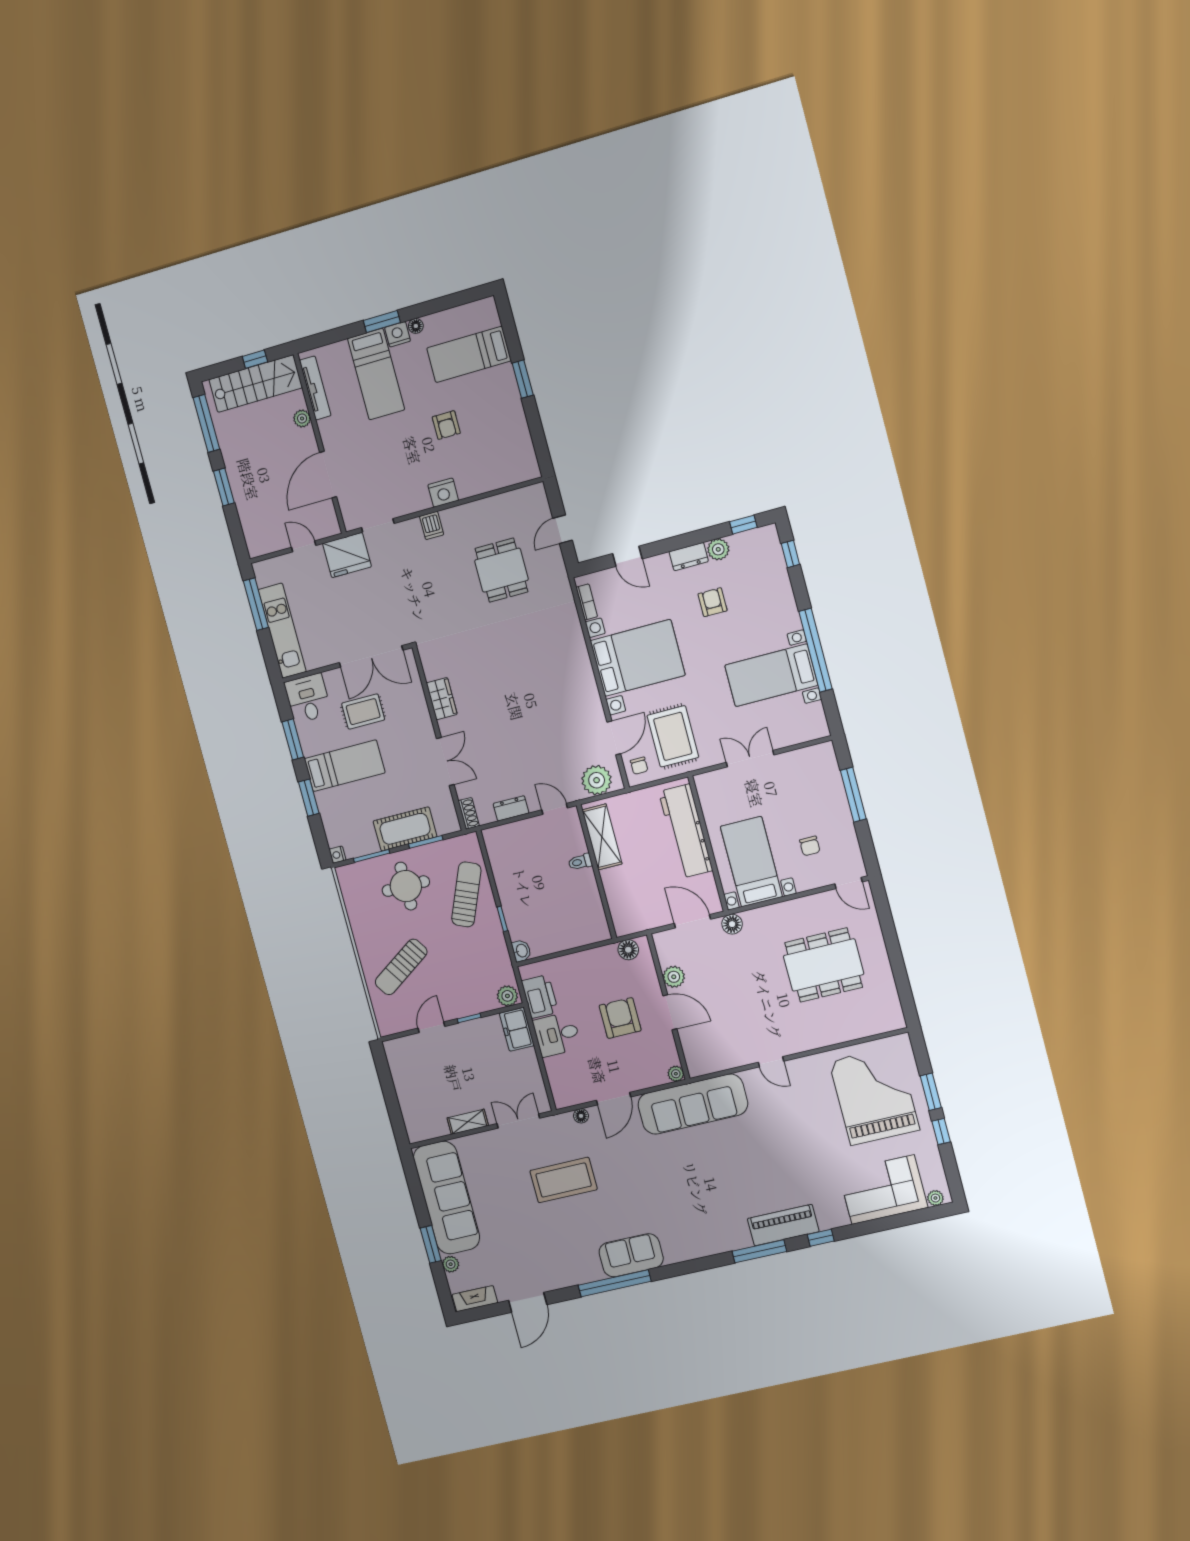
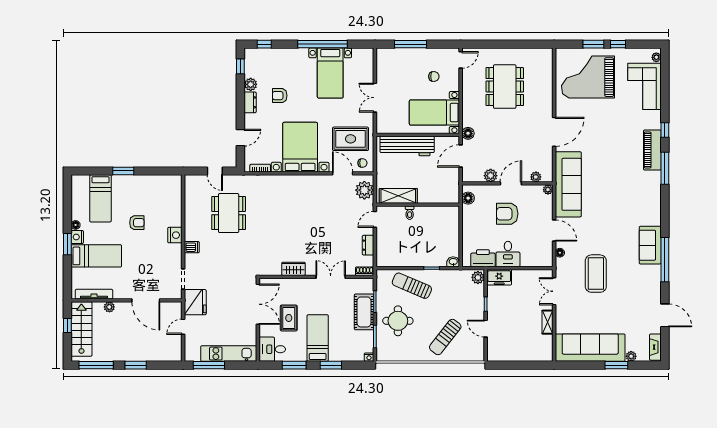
dining table: (501, 570) -> (229, 213), width x1.38
sun lounger: (401, 967) -> (445, 337), turned 72
plant: (691, 1050) -> (536, 177), added
door: (771, 1062) -> (554, 132), width x1.87

